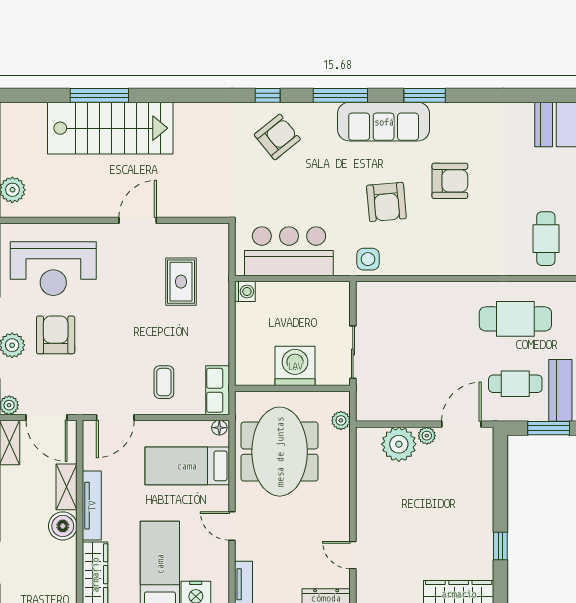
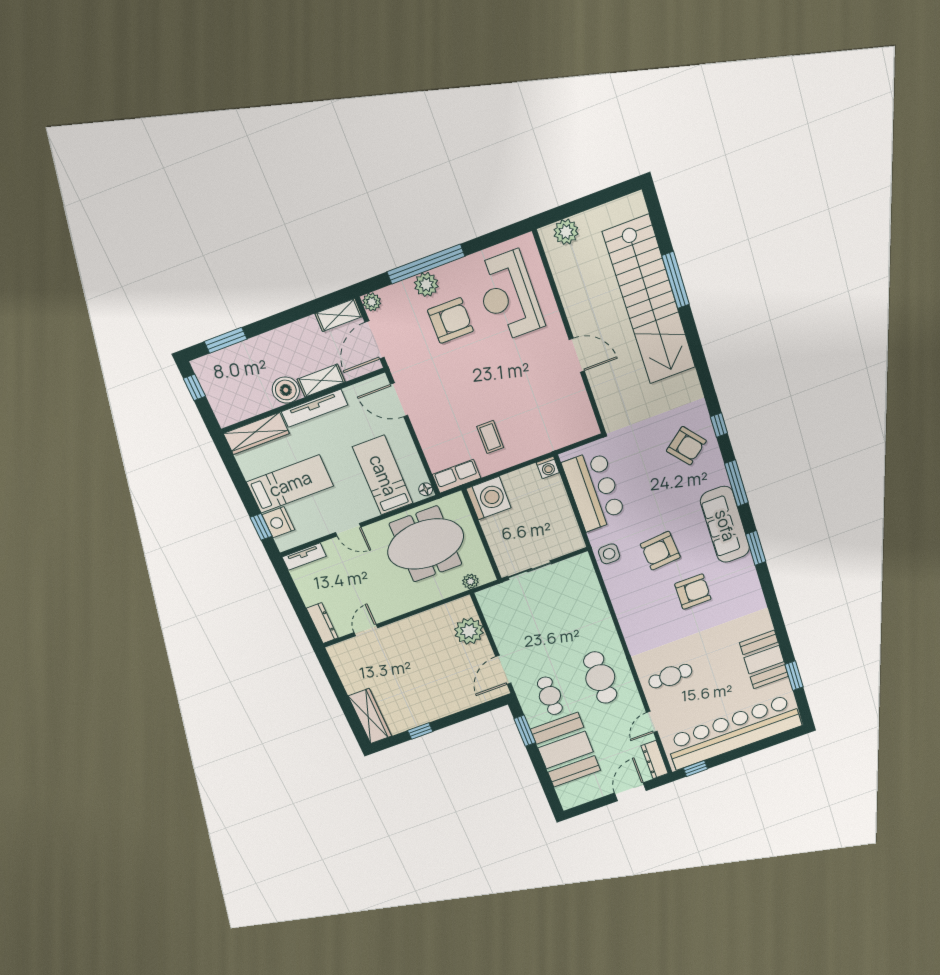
stairs: (110, 128) -> (650, 301), width x1.36
armchair: (450, 181) -> (693, 592), turned -90
rug: (181, 282) -> (537, 412), removed
washing machine: (295, 366) -> (489, 498), moved
coffee table: (164, 382) -> (490, 437), moved, turned 90
door: (461, 424) -> (503, 670), swing flipped
plant: (427, 436) -> (484, 649), removed
door: (232, 526) -> (348, 530), swing flipped

